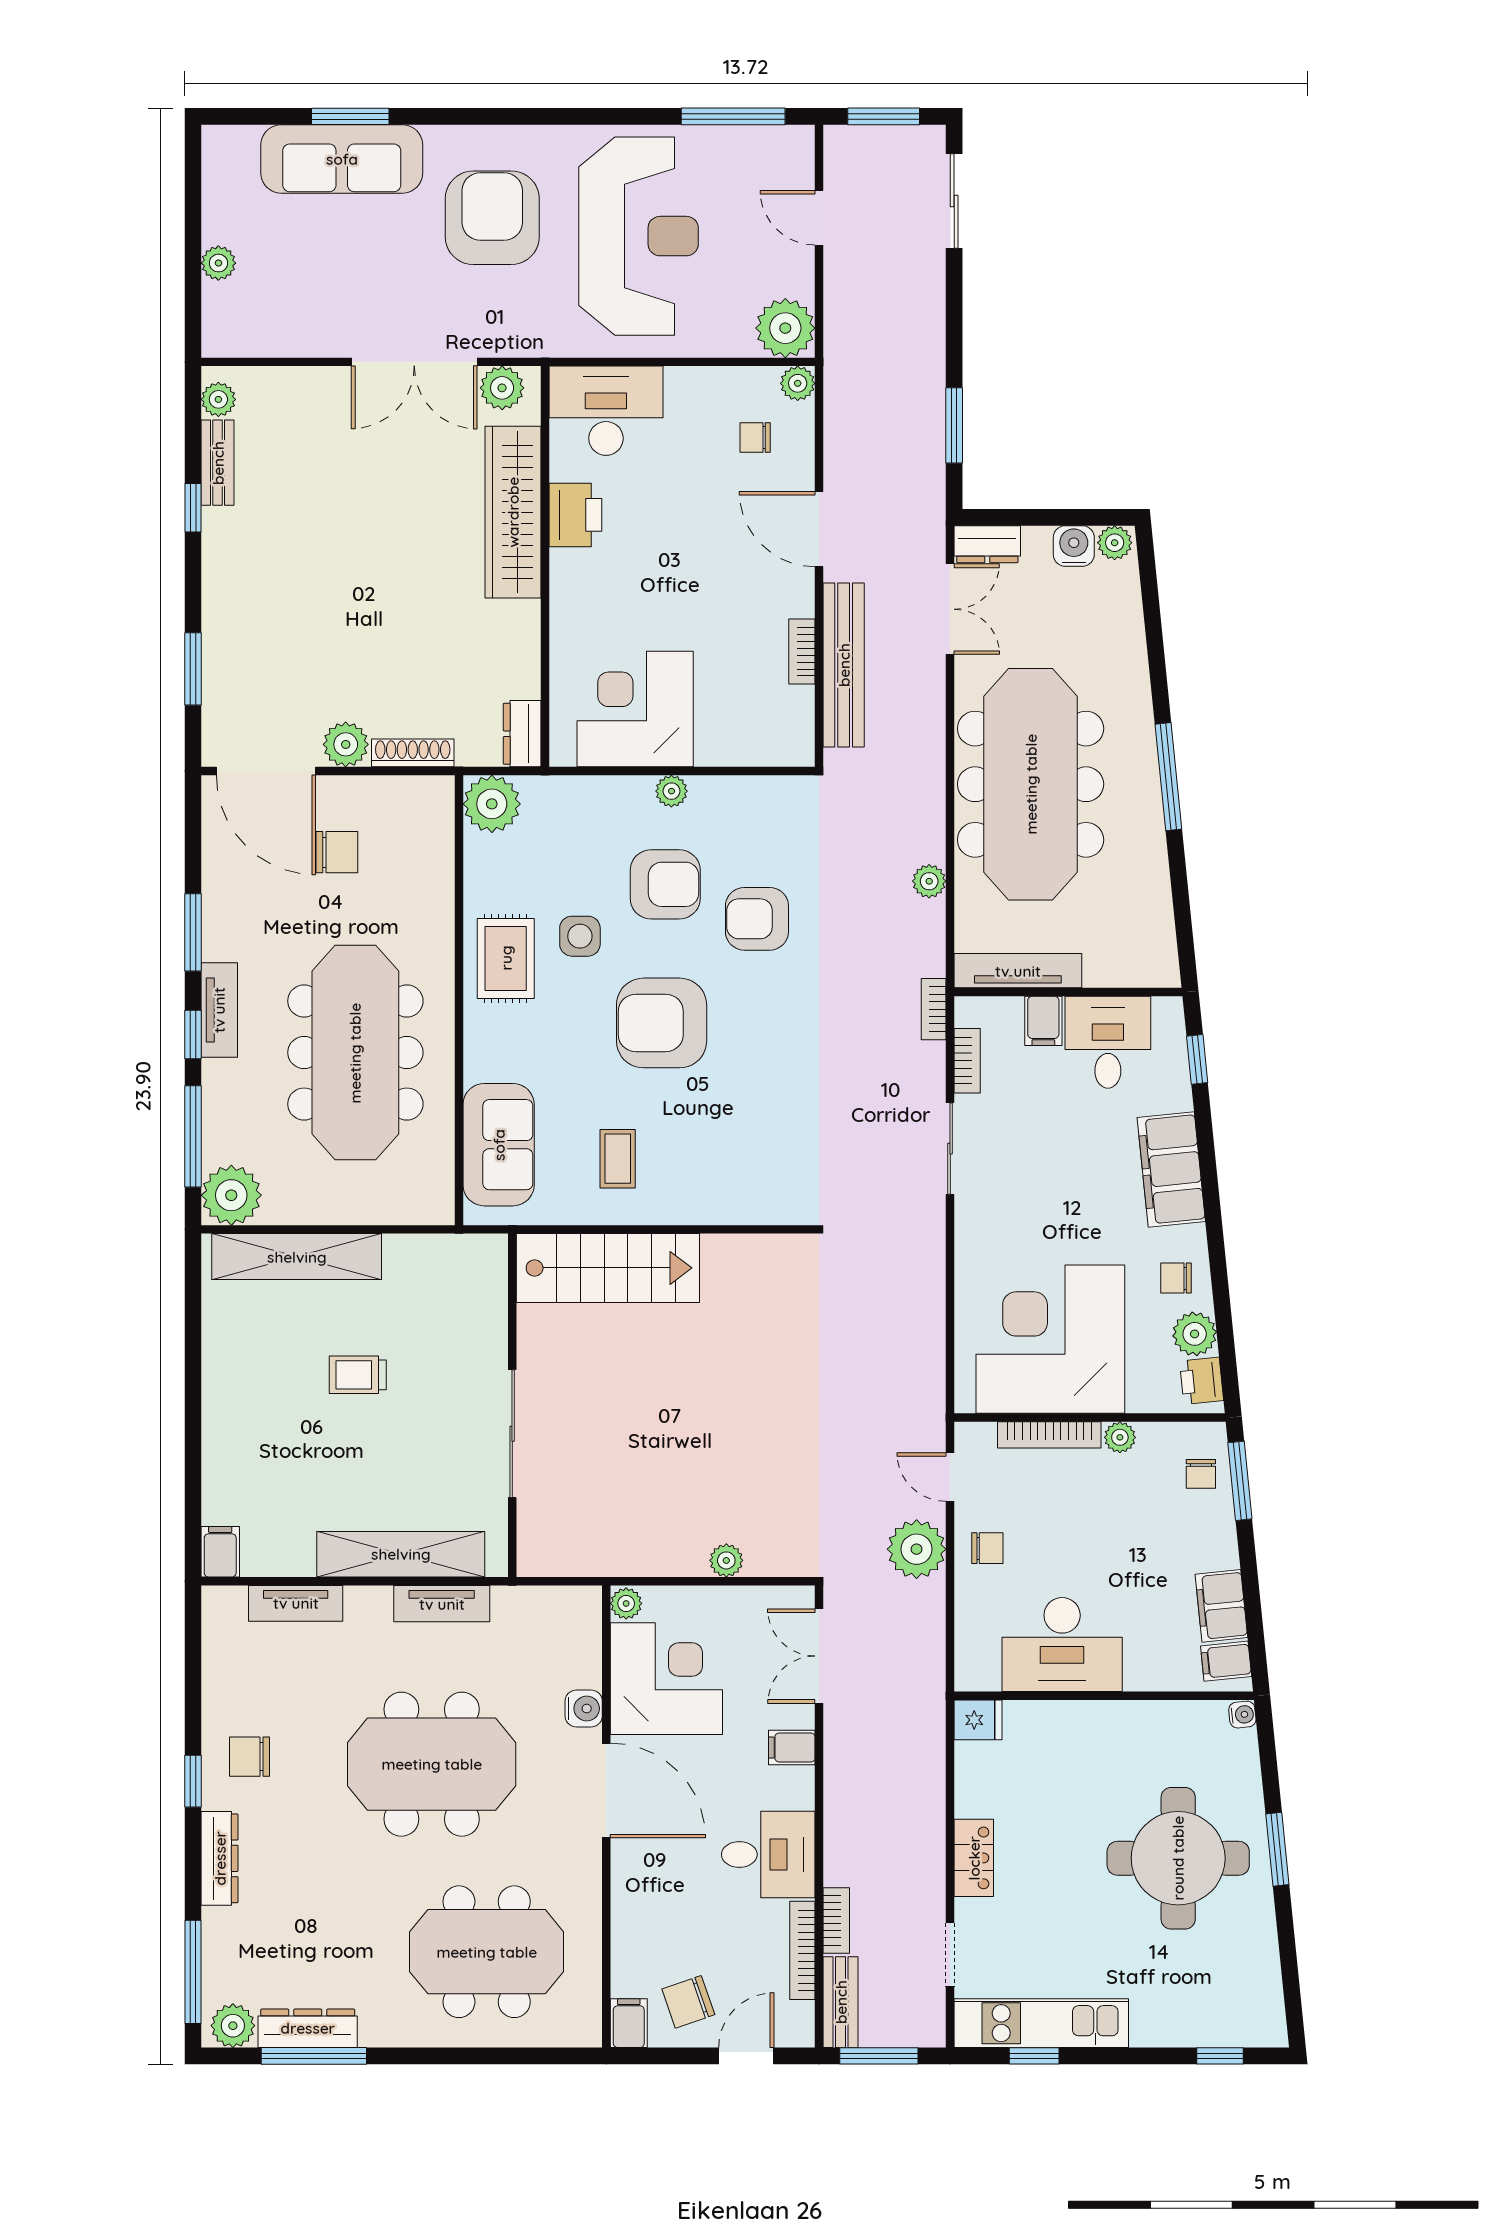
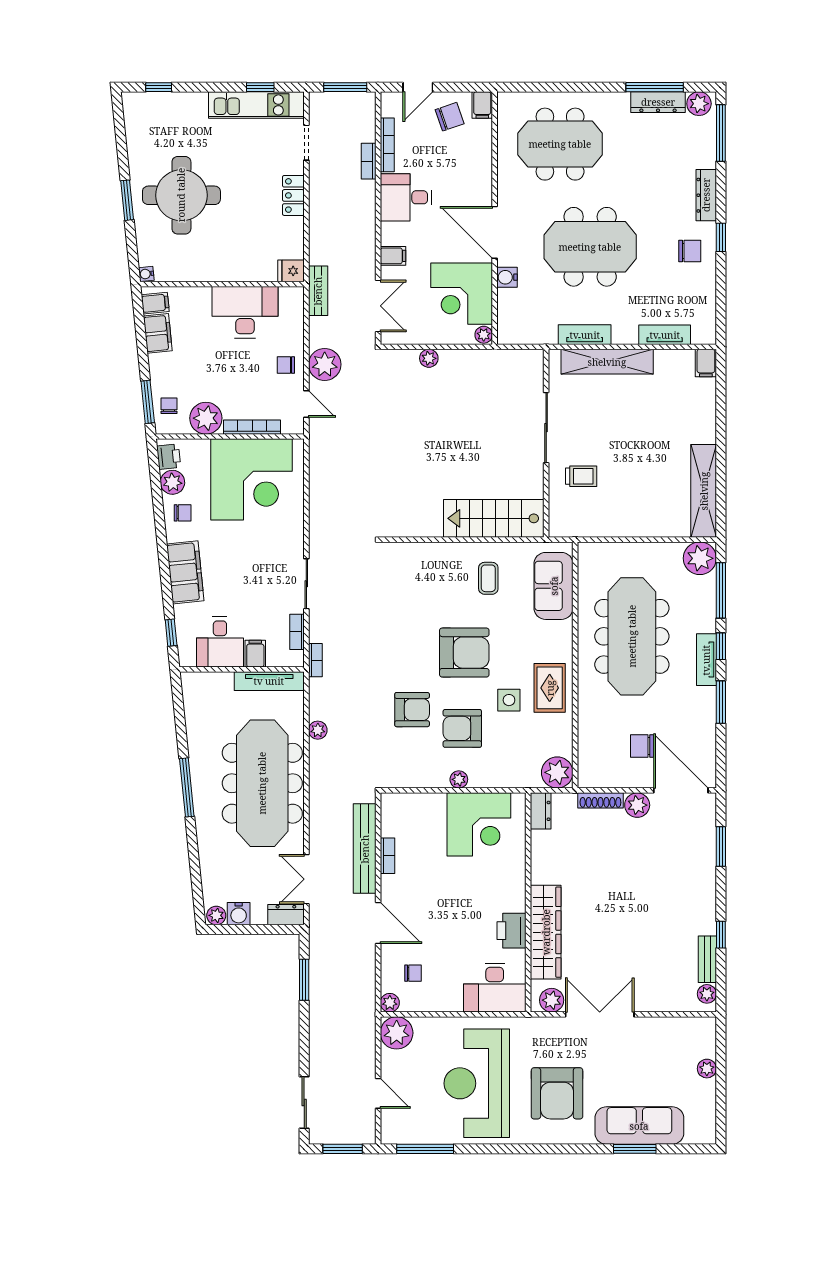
shelving: (297, 1257) -> (704, 491), moved, turned 90
trolley: (358, 1375) -> (581, 476), moved
plant: (1120, 1437) -> (206, 418), width x1.88, depth x1.88
bench: (841, 2002) -> (318, 291), moved

